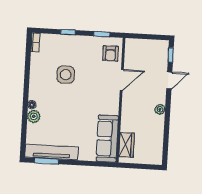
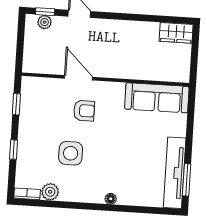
armchair: (110, 53) -> (84, 111), moved
plant: (160, 109) -> (45, 22), moved
plant: (34, 116) -> (50, 192), moved
wardrobe: (126, 145) -> (176, 33), moved, turned 180

